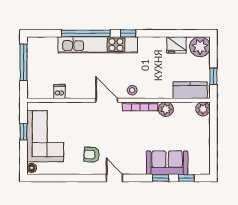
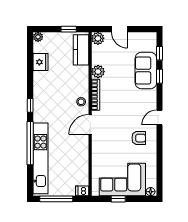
kitchen unit: (98, 45) -> (40, 158), moved
plant: (200, 47) -> (38, 37), width x0.53, depth x0.53
dishwasher: (59, 91) -> (82, 191), moved
door: (213, 133) -> (119, 29), added
armchair: (92, 155) -> (139, 138), turned -94

